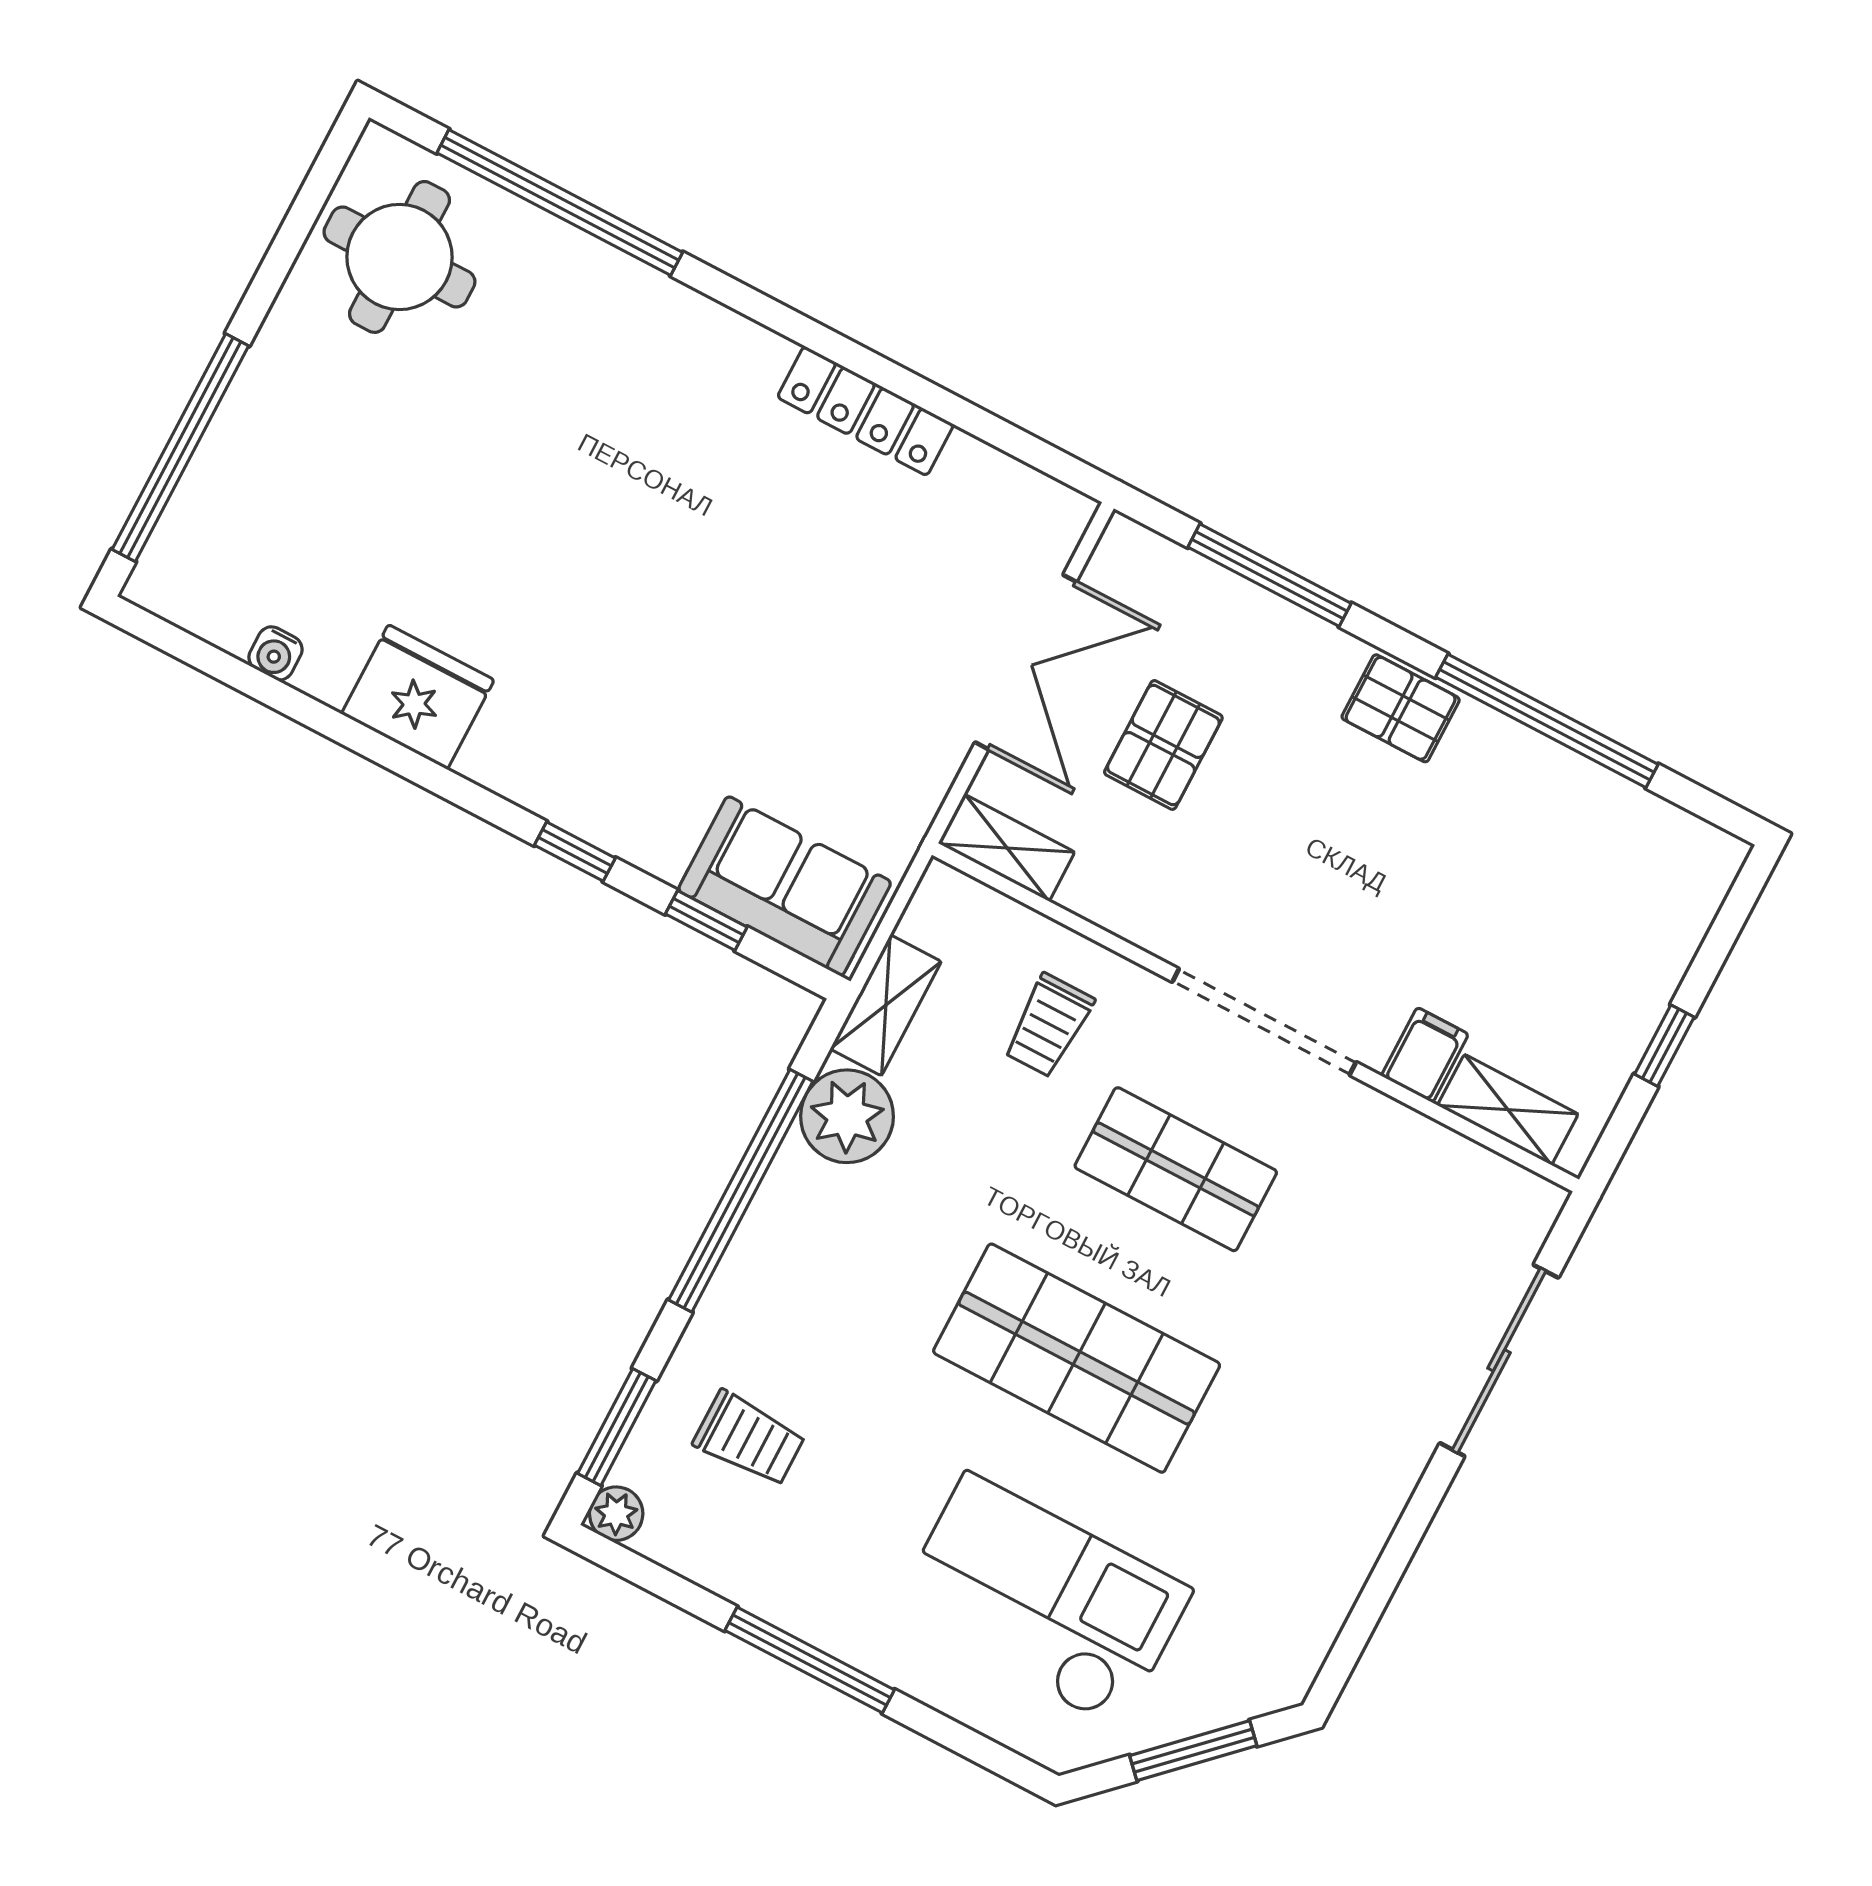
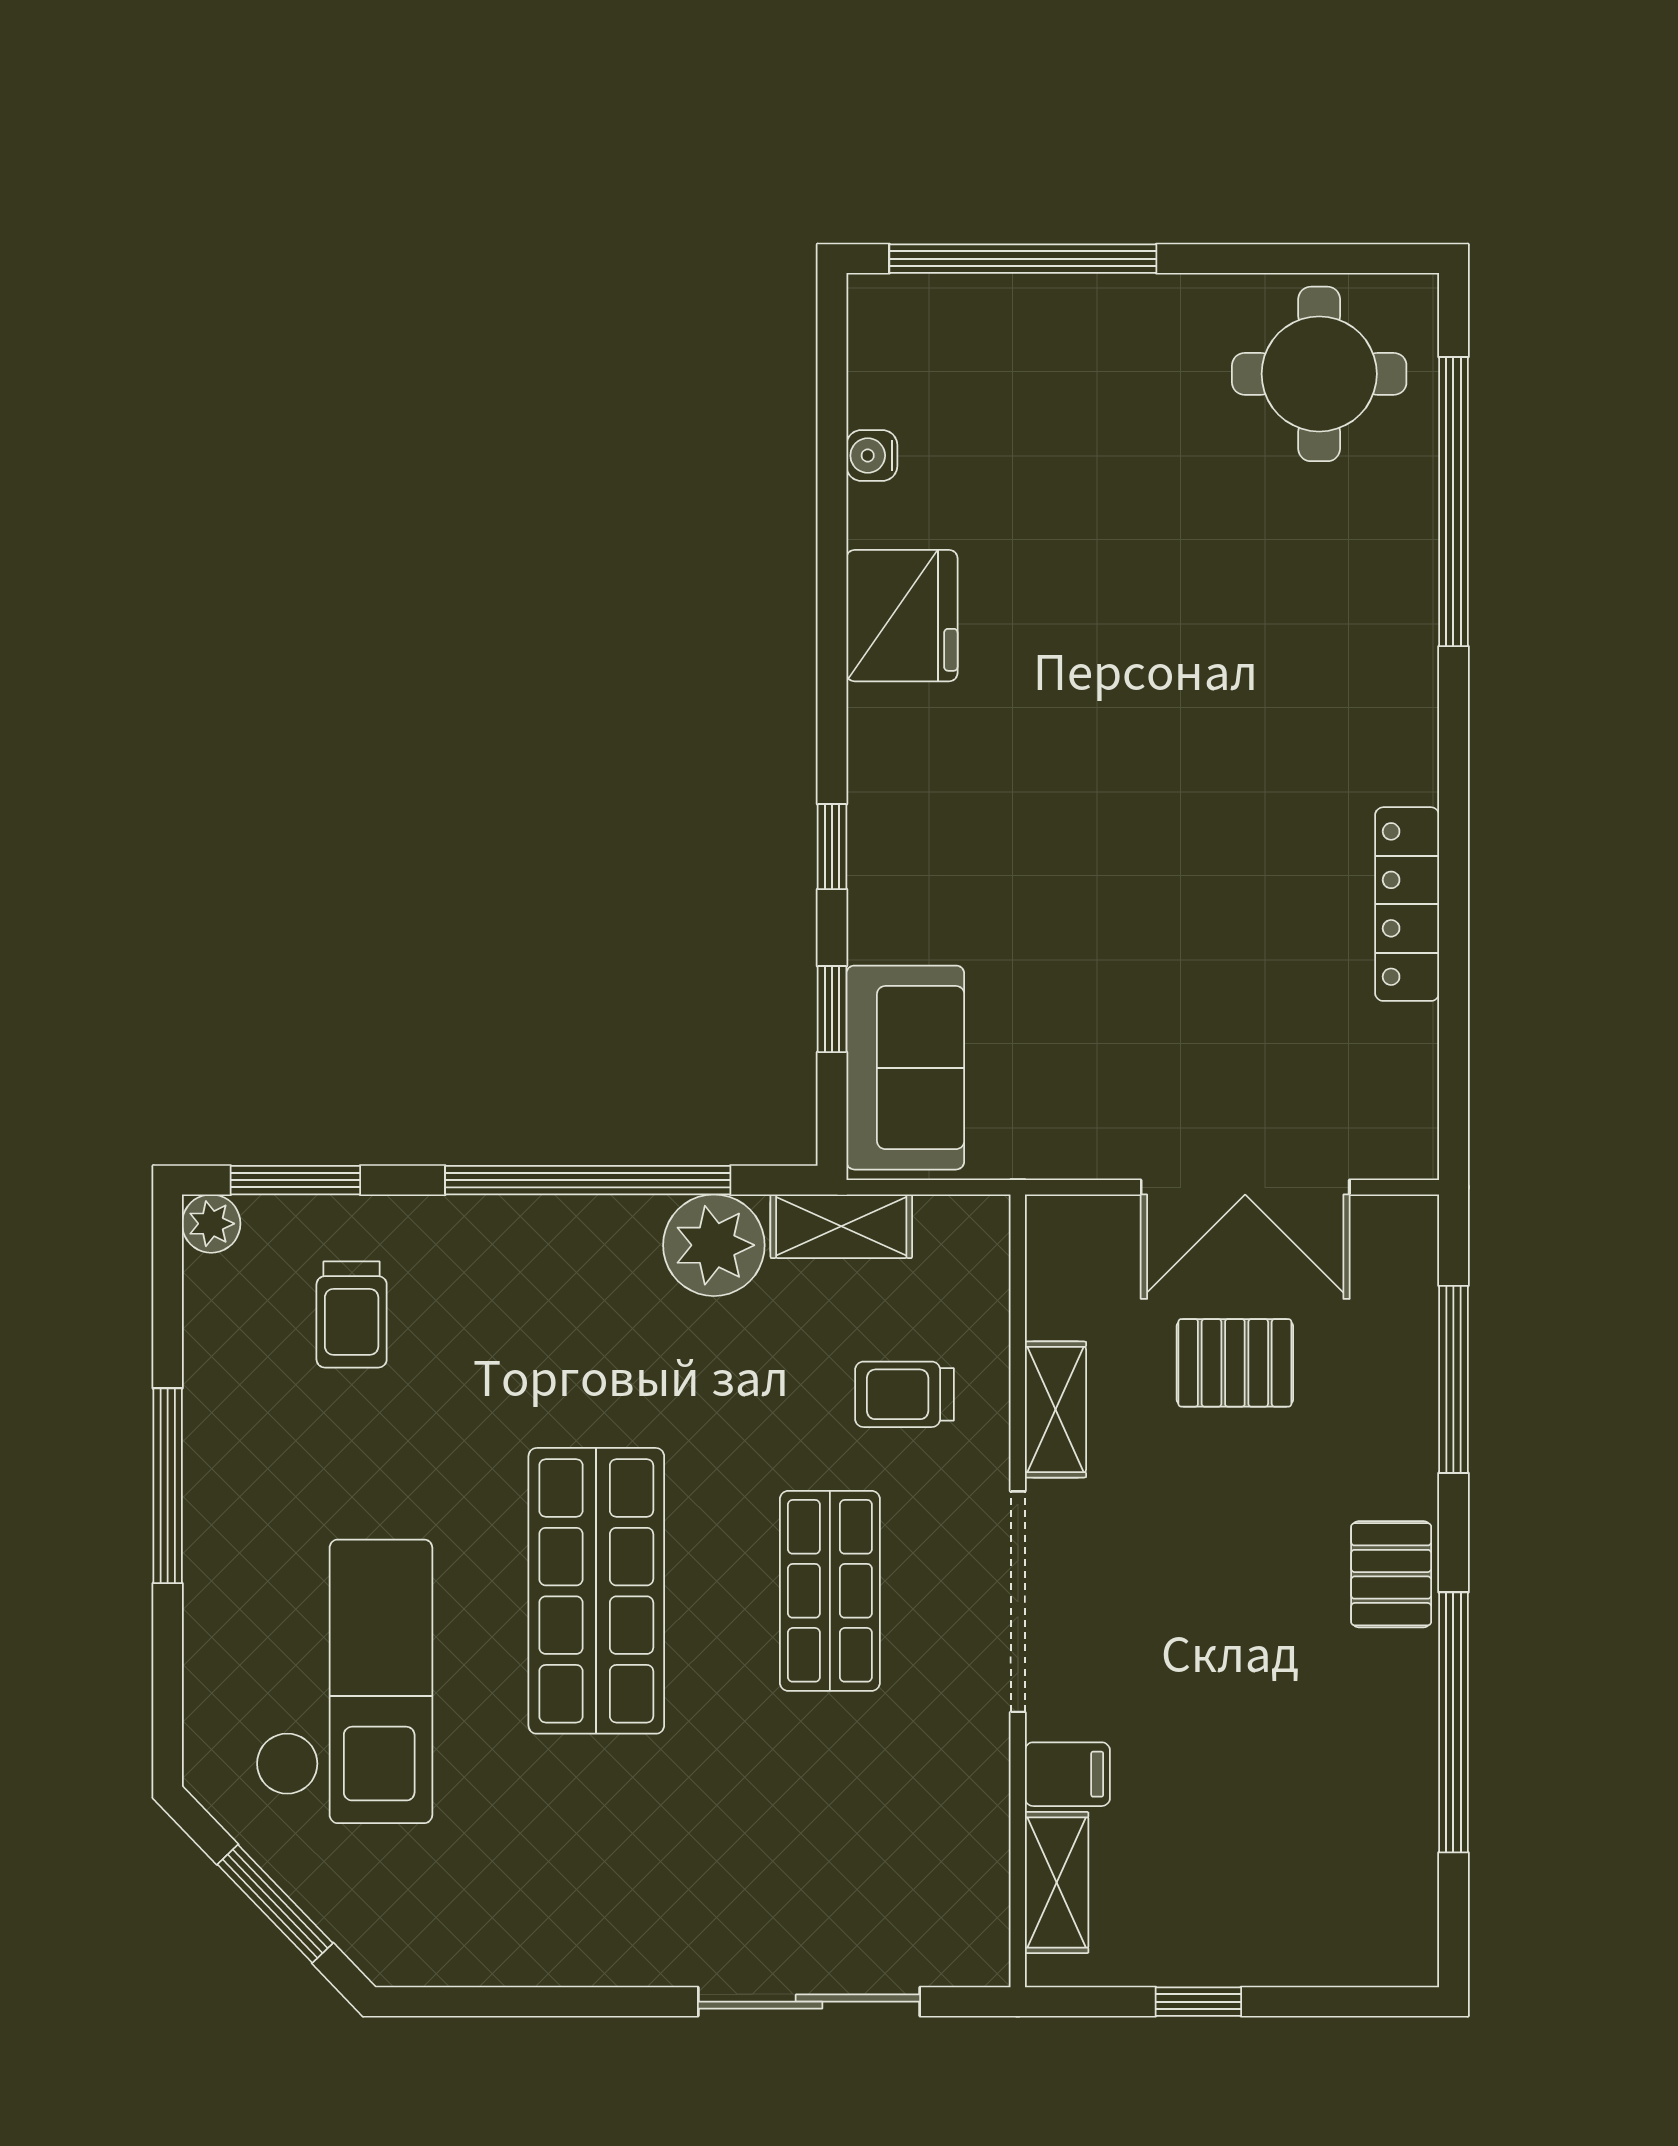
shelving: (1007, 848) -> (1055, 1409), moved

